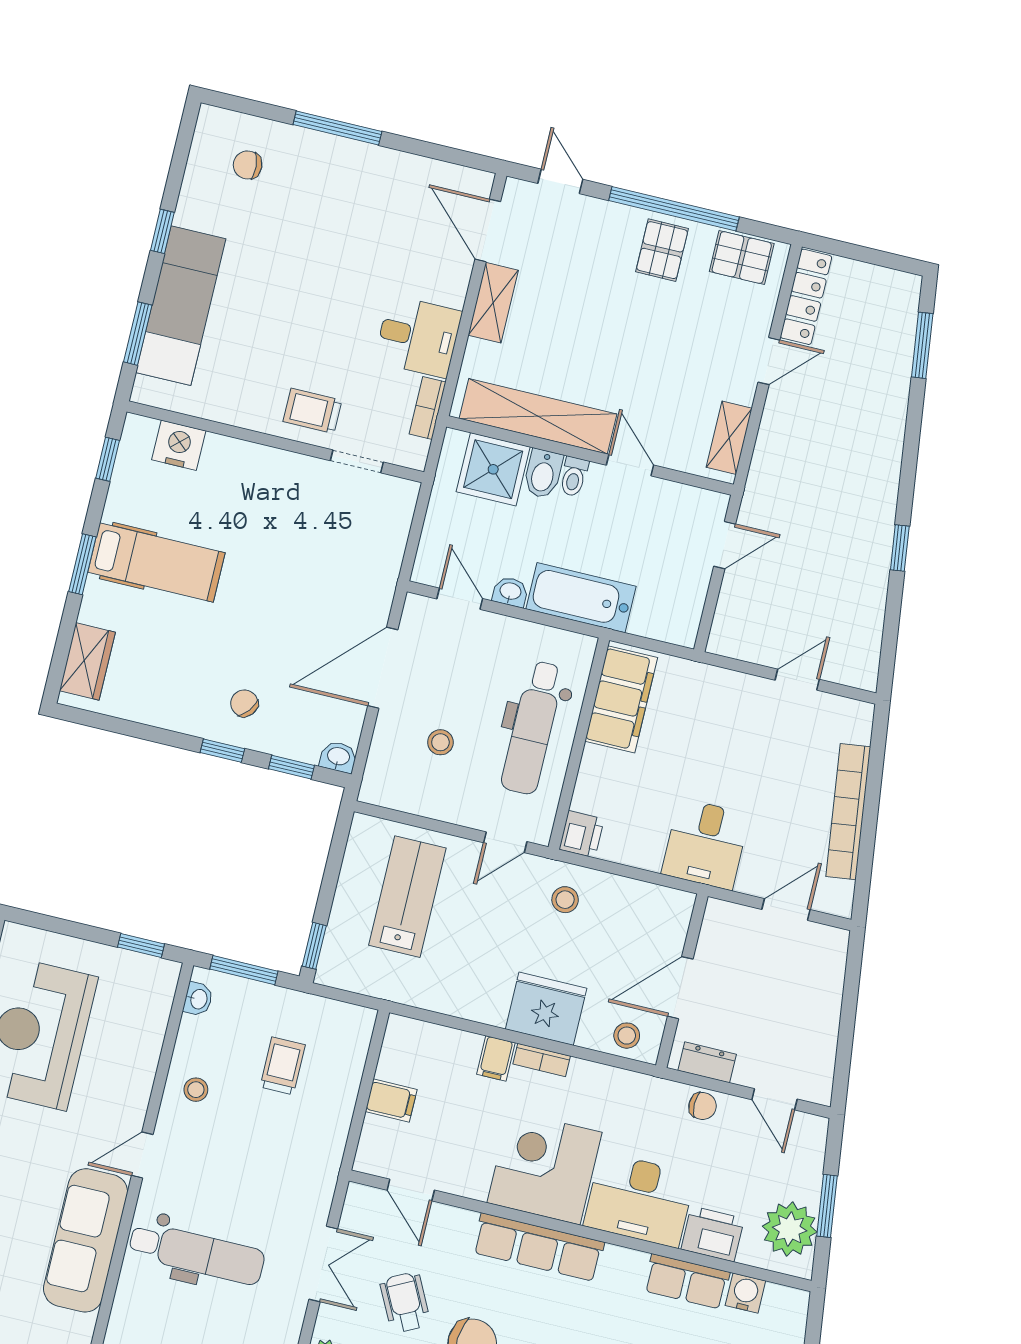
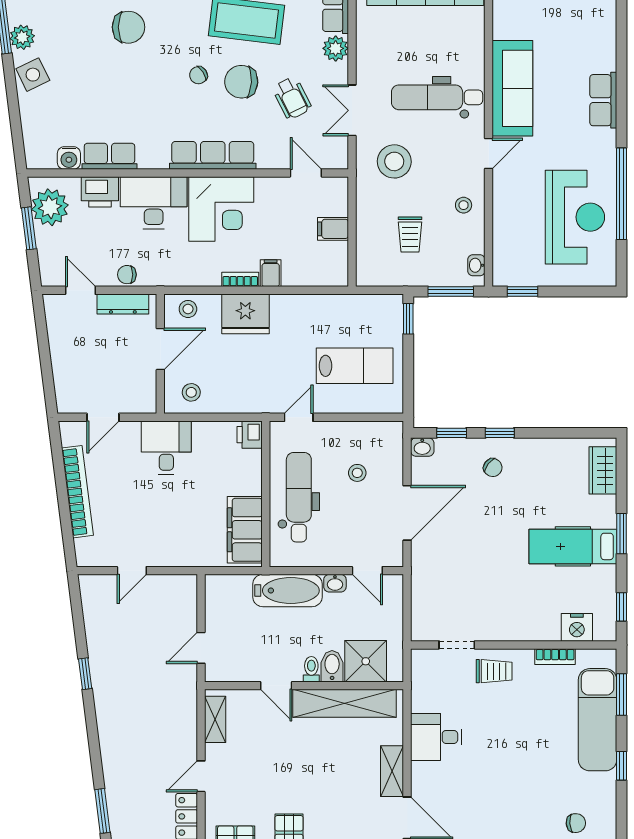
bookcase: (427, 408) -> (555, 657), moved, turned 90
lab bench: (407, 897) -> (355, 366), turned -90
stool: (565, 900) -> (191, 392), moved
dresser: (707, 1062) -> (123, 304), width x1.44
stool: (280, 1176) -> (394, 161), added

